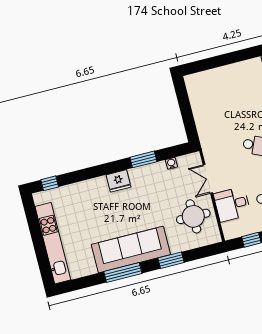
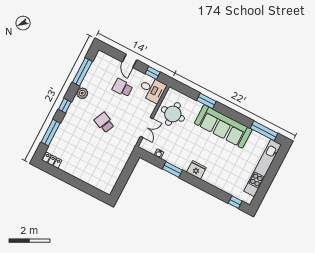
desk: (232, 204) -> (152, 89), moved
window: (123, 273) -> (264, 131), moved

